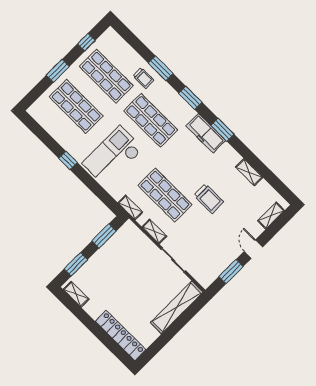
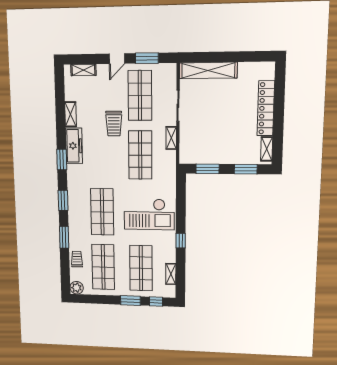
plant: (110, 36) -> (77, 288), added
window: (86, 42) -> (156, 302), moved
trolley: (143, 78) -> (77, 259), moved
freezer: (206, 133) -> (74, 146), moved
trolley: (209, 199) -> (114, 124), turned 180
shelving: (130, 207) -> (171, 274), moved
shop shelf: (209, 239) -> (140, 95), added
locker: (121, 335) -> (266, 108), moved

